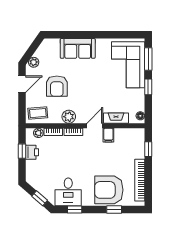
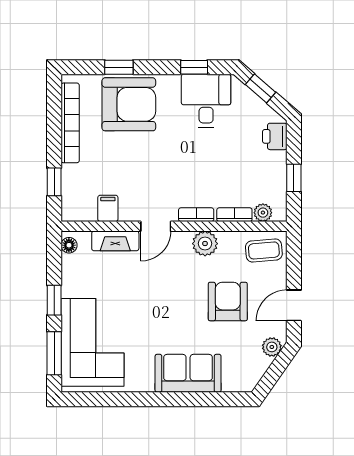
filing cabinet: (108, 135) -> (108, 208), moved
printer: (32, 152) -> (275, 136), moved

